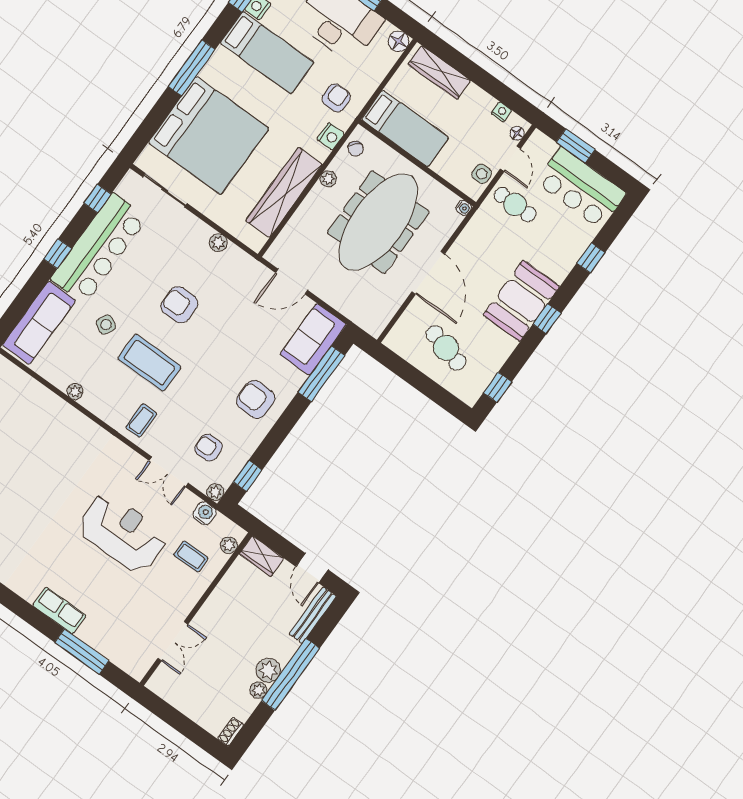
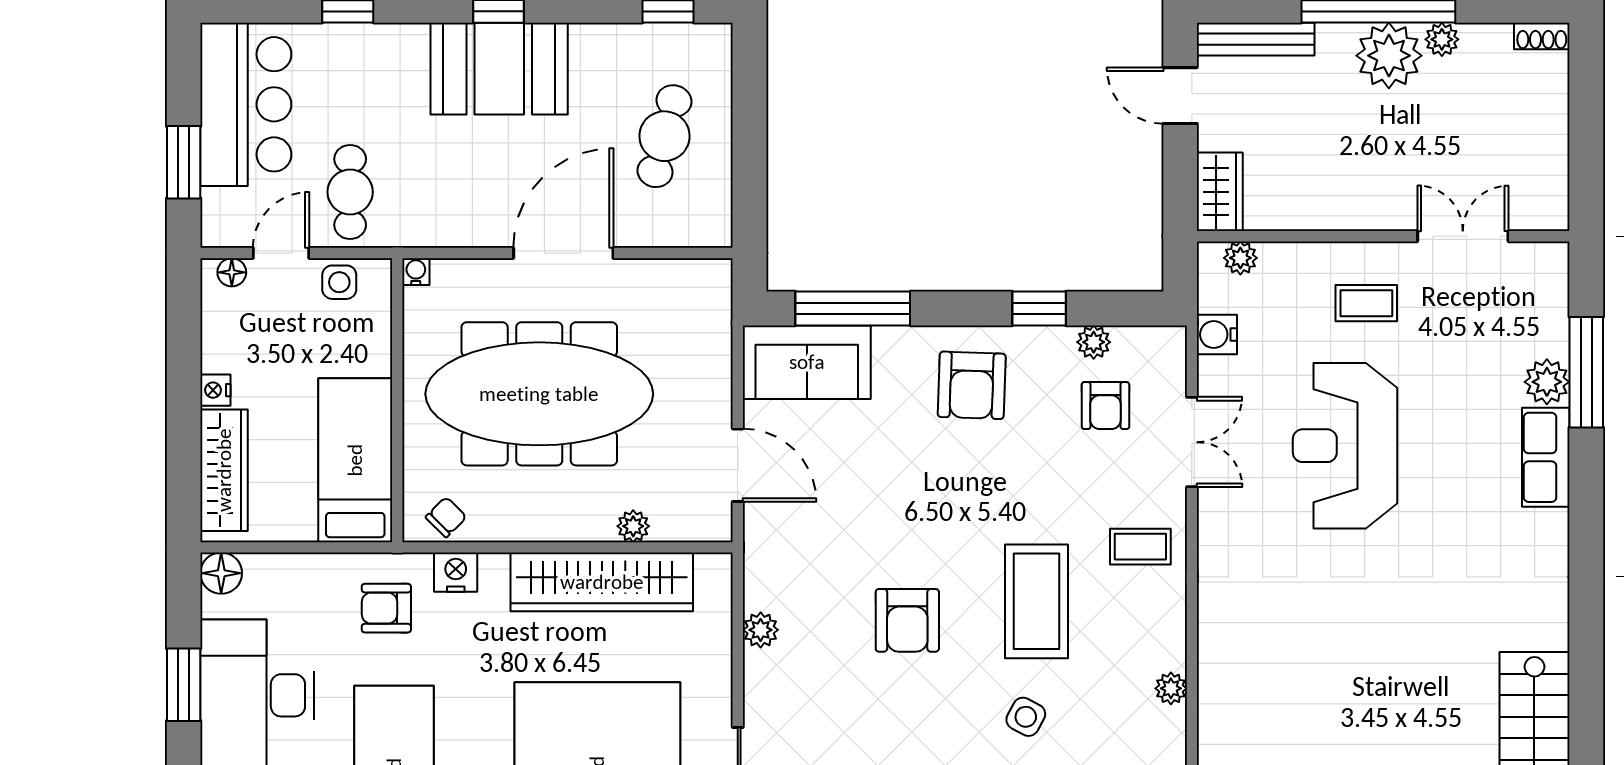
nightstand: (501, 112) -> (215, 390), moved
plant: (328, 179) -> (633, 526), moved
window: (248, 476) -> (1039, 309), moved
plant: (215, 492) -> (1094, 342), moved
coffee table: (191, 556) -> (1366, 303), moved, turned 90
door: (312, 568) -> (1180, 96), swing flipped
plant: (89, 633) -> (1547, 382), added
plant: (268, 670) -> (1389, 56), width x1.36, depth x1.36

